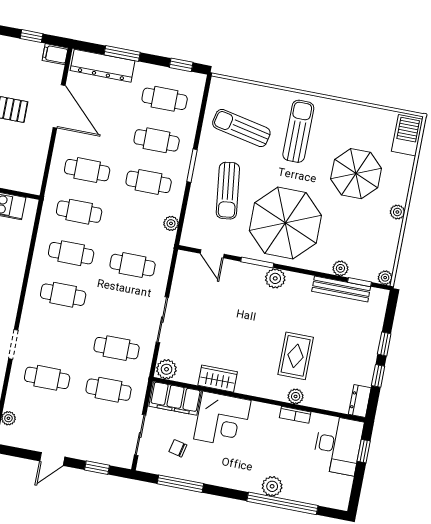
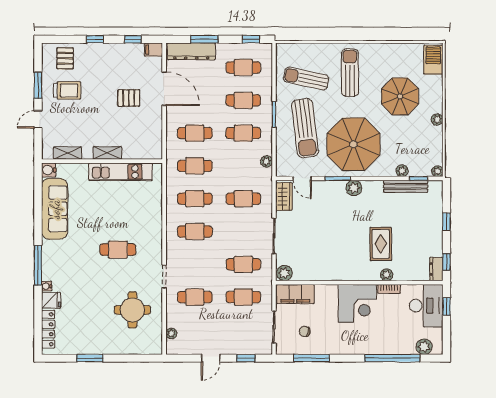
sun lounger: (228, 191) -> (305, 128), width x1.36, depth x1.34
window: (378, 376) -> (446, 262), moved
wardrobe: (218, 379) -> (284, 196), moved, turned 90
corner desk: (222, 420) -> (357, 303), moved
plant: (272, 486) -> (424, 347), moved

